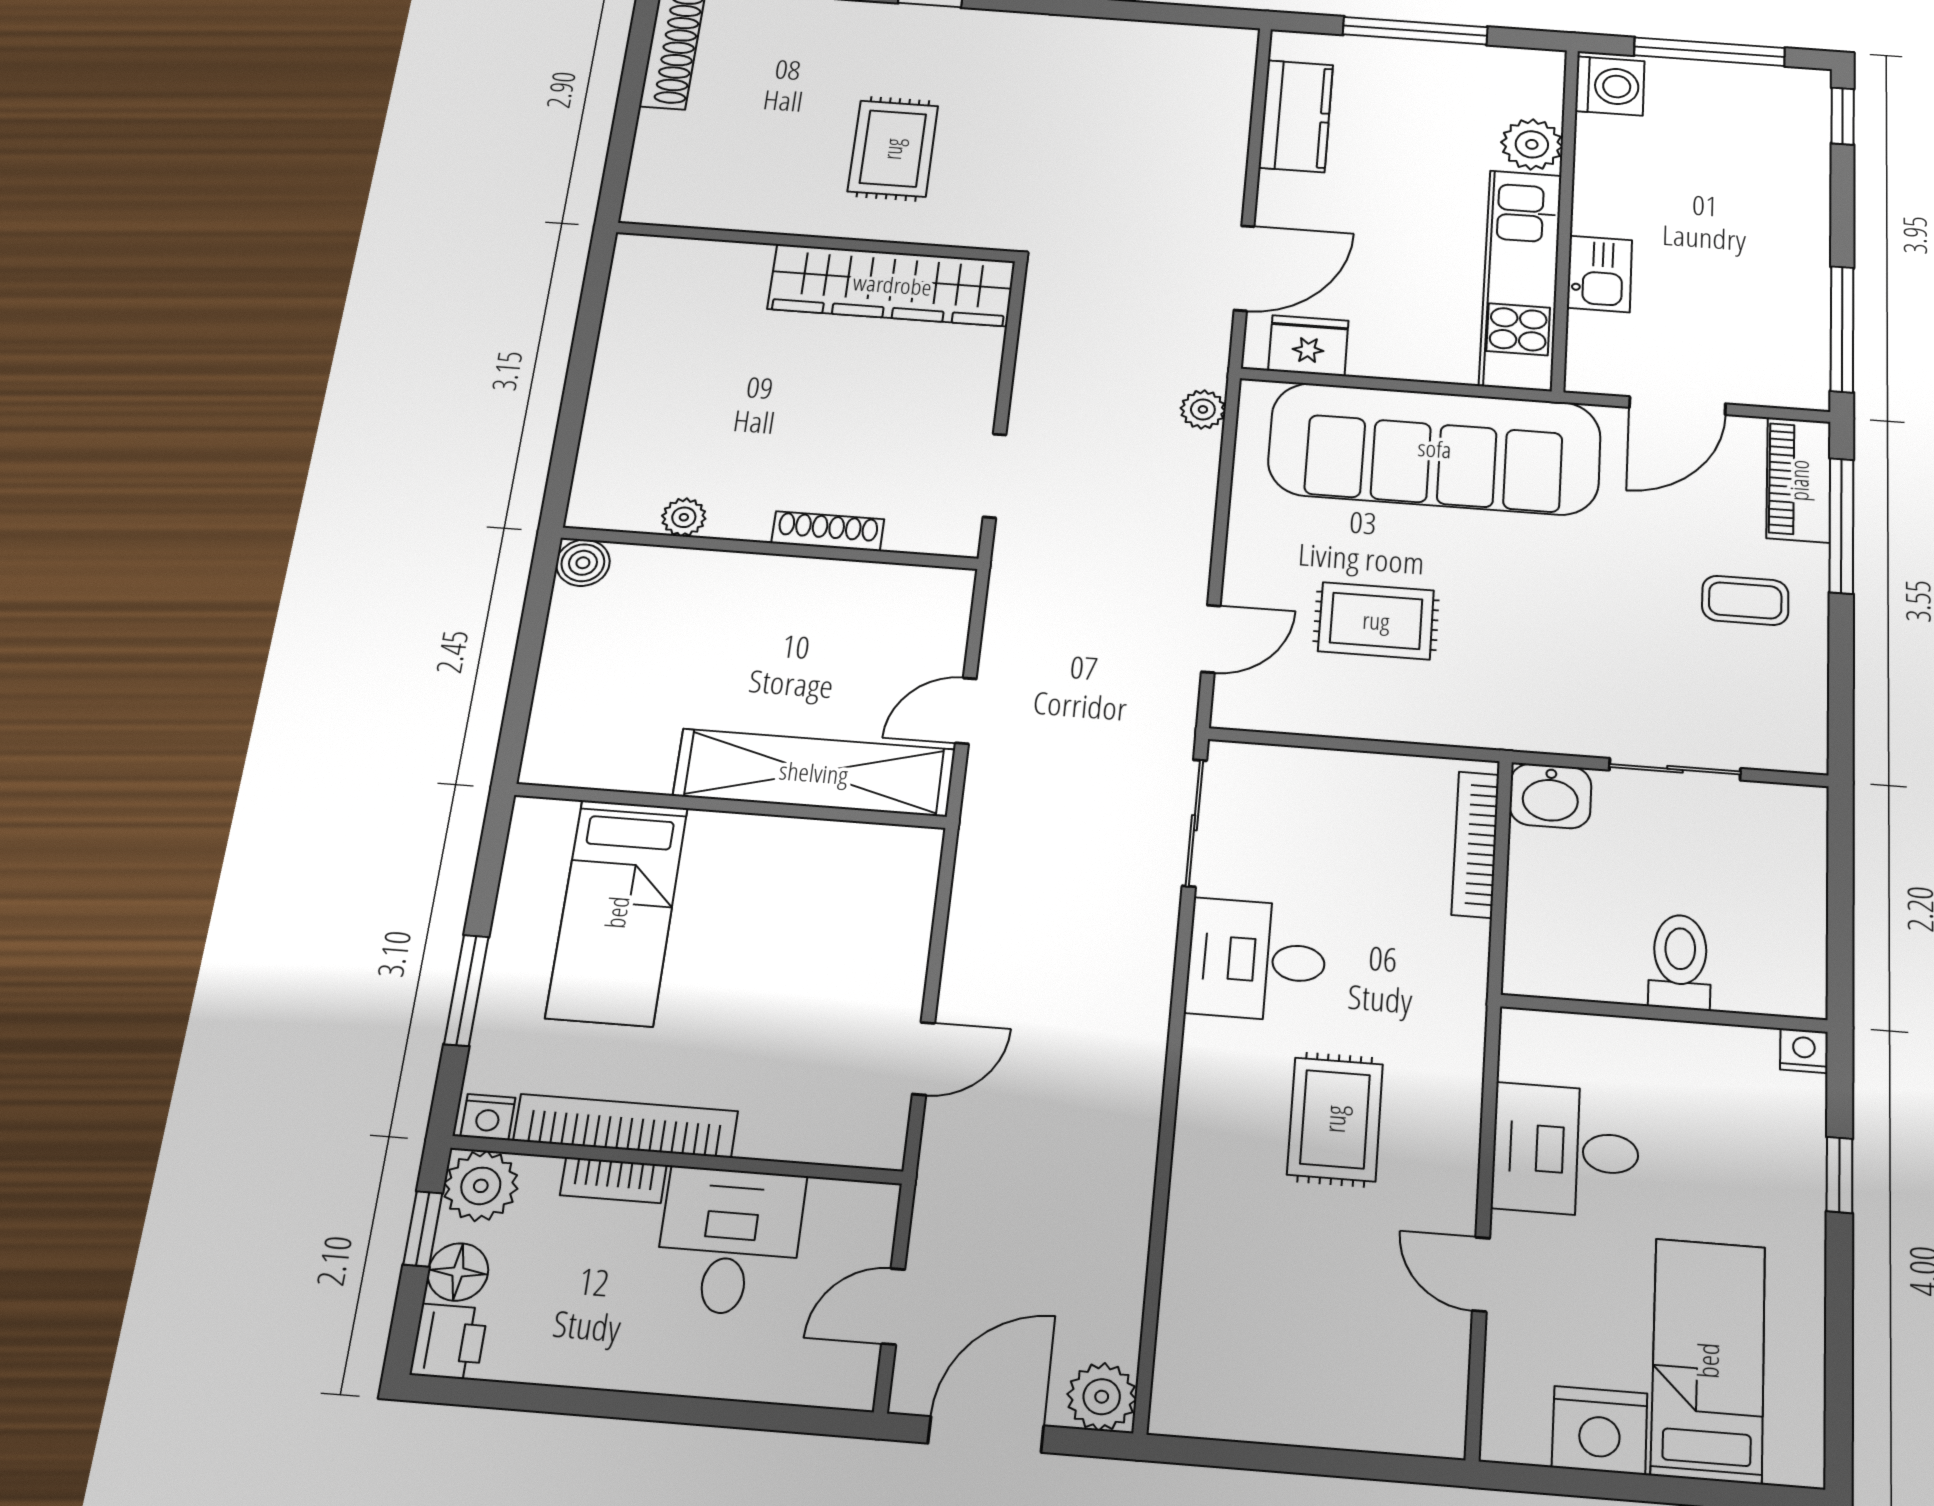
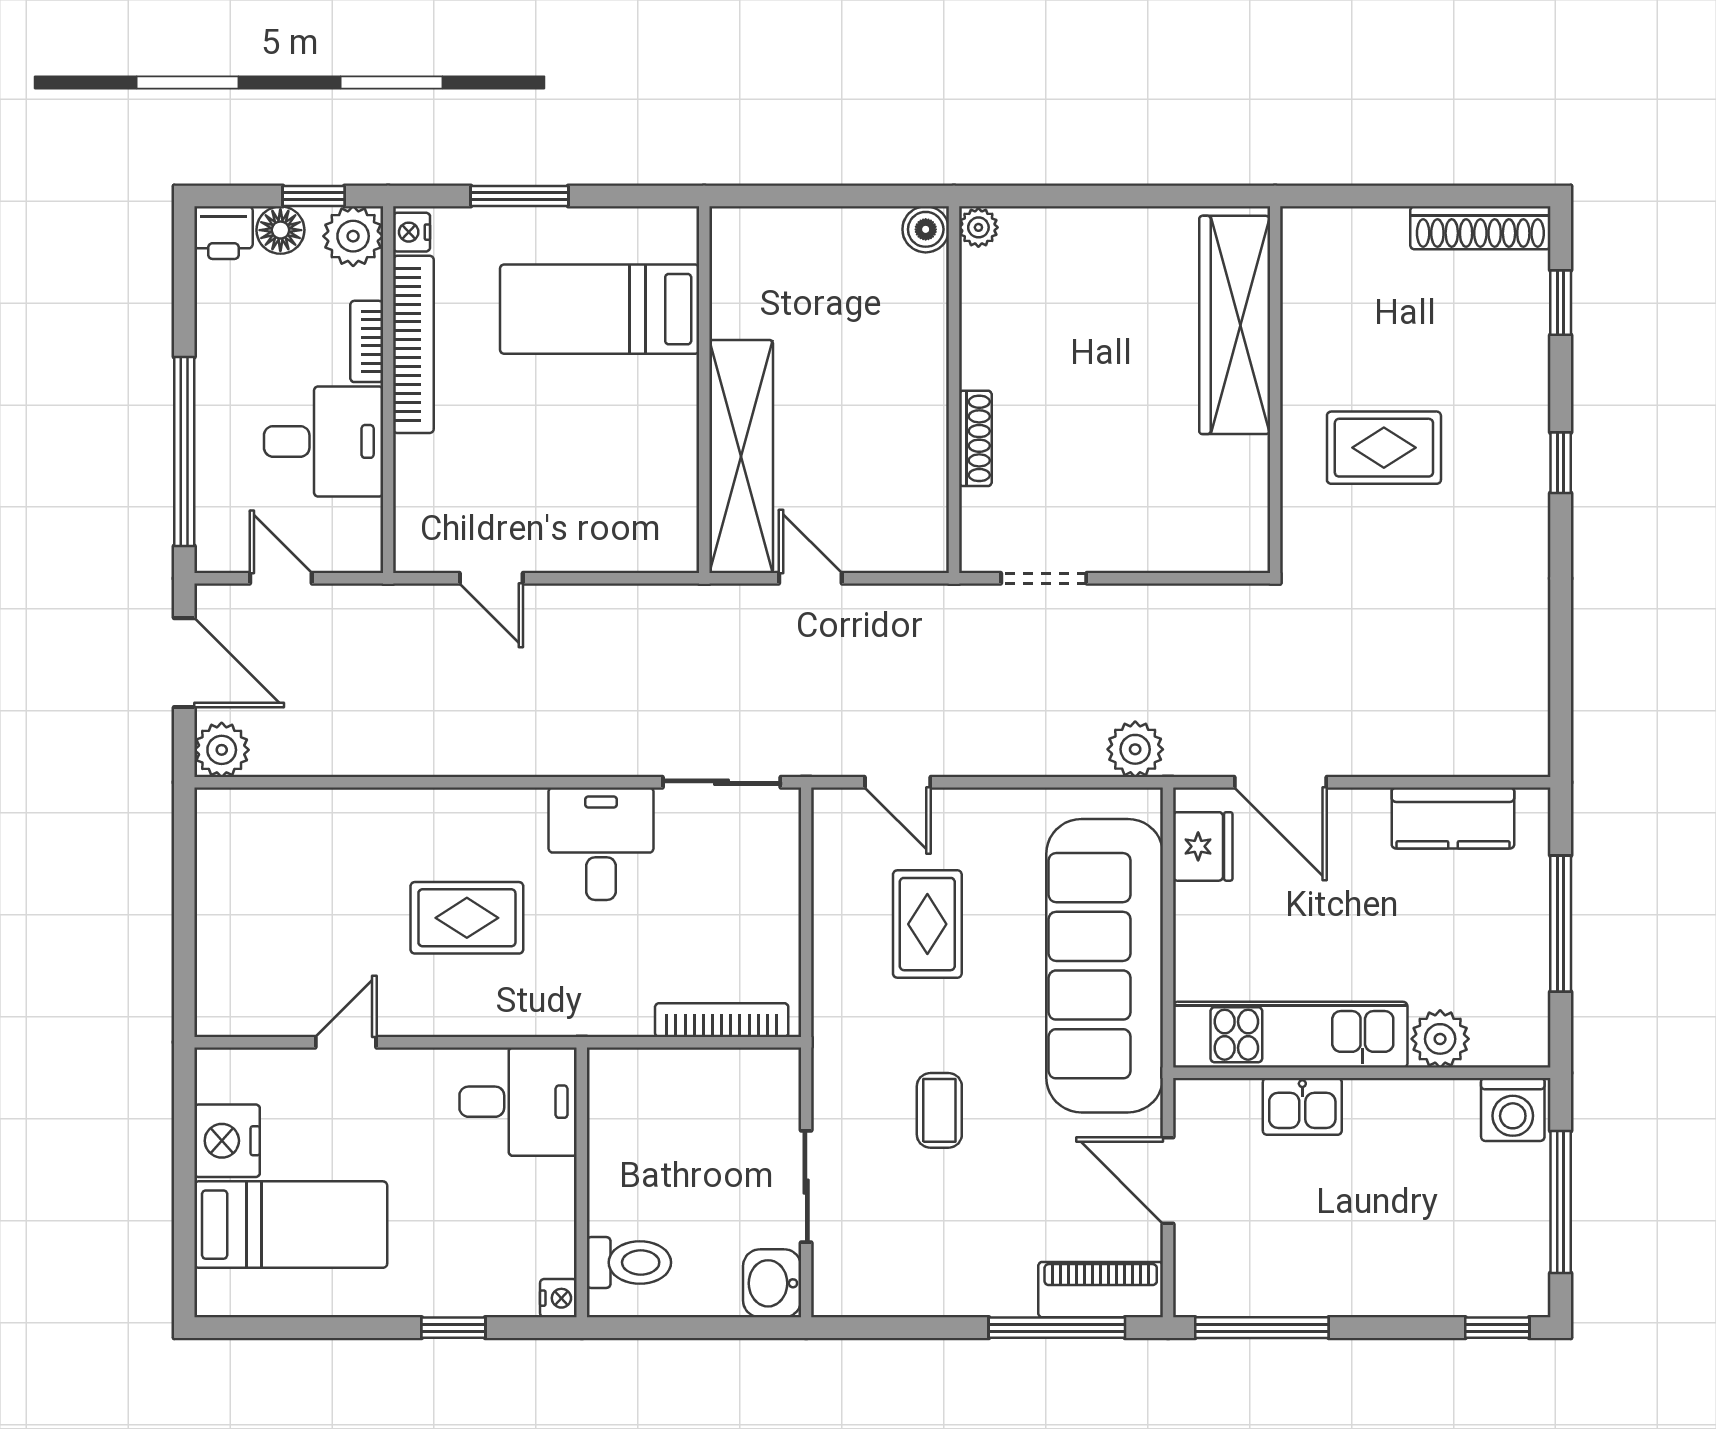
wardrobe: (892, 285) -> (1235, 325), moved
plant: (1203, 409) -> (1135, 749), width x1.38, depth x1.38
plant: (684, 517) -> (978, 227), moved
coffee table: (1745, 600) -> (939, 1110), moved
washbasin: (1550, 796) -> (772, 1283), moved
toilet: (1680, 962) -> (629, 1262), moved
desk: (1566, 1150) -> (518, 1102), moved, turned 90
window: (718, 1413) -> (184, 451), added

